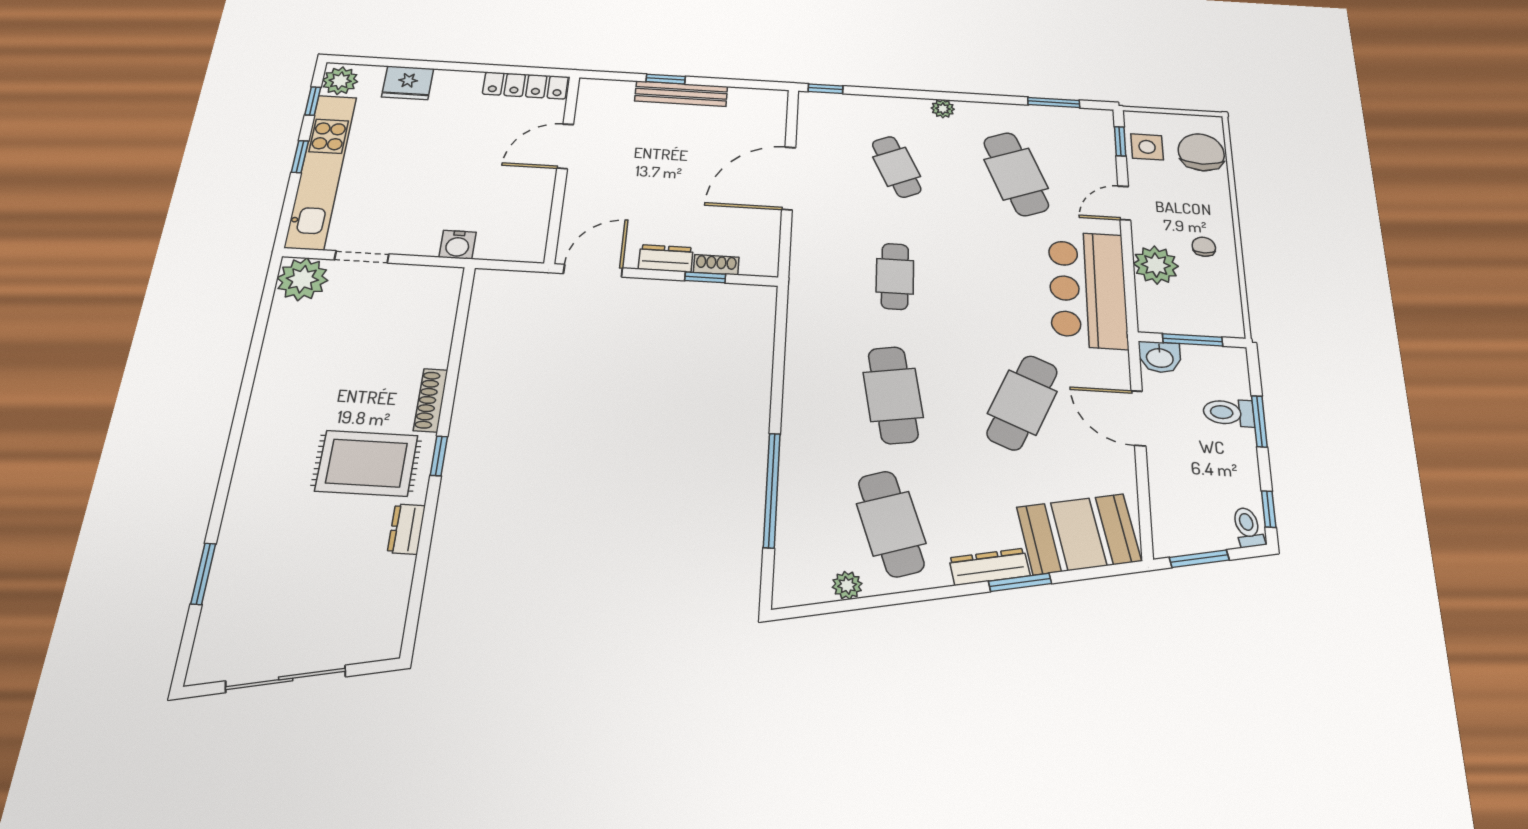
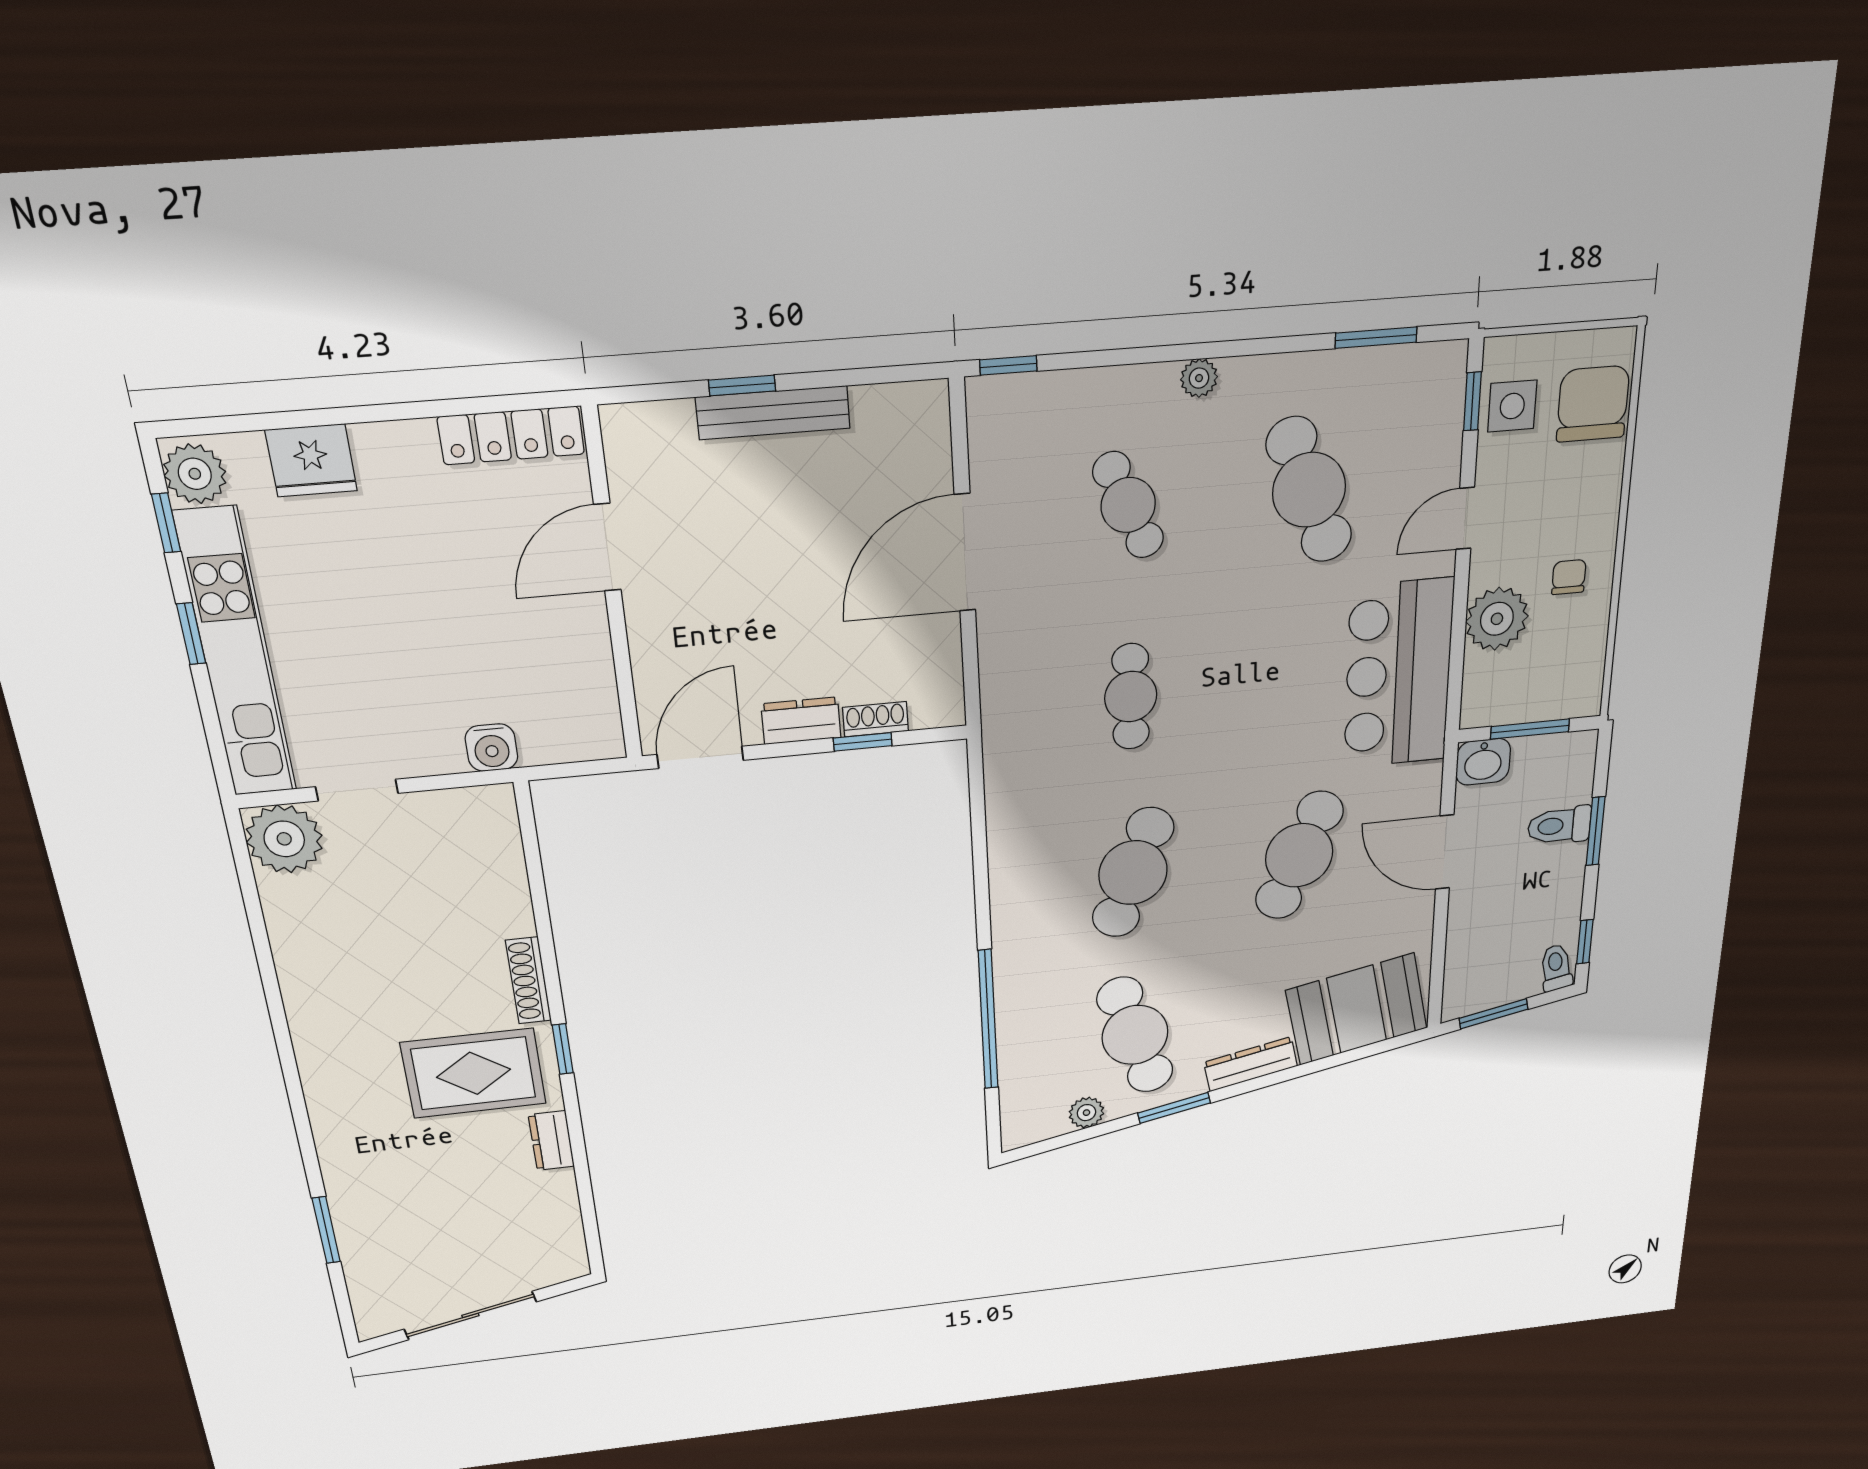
cafe table: (893, 395) -> (1133, 873), turned 30
window: (1020, 582) -> (1174, 1108), moved

